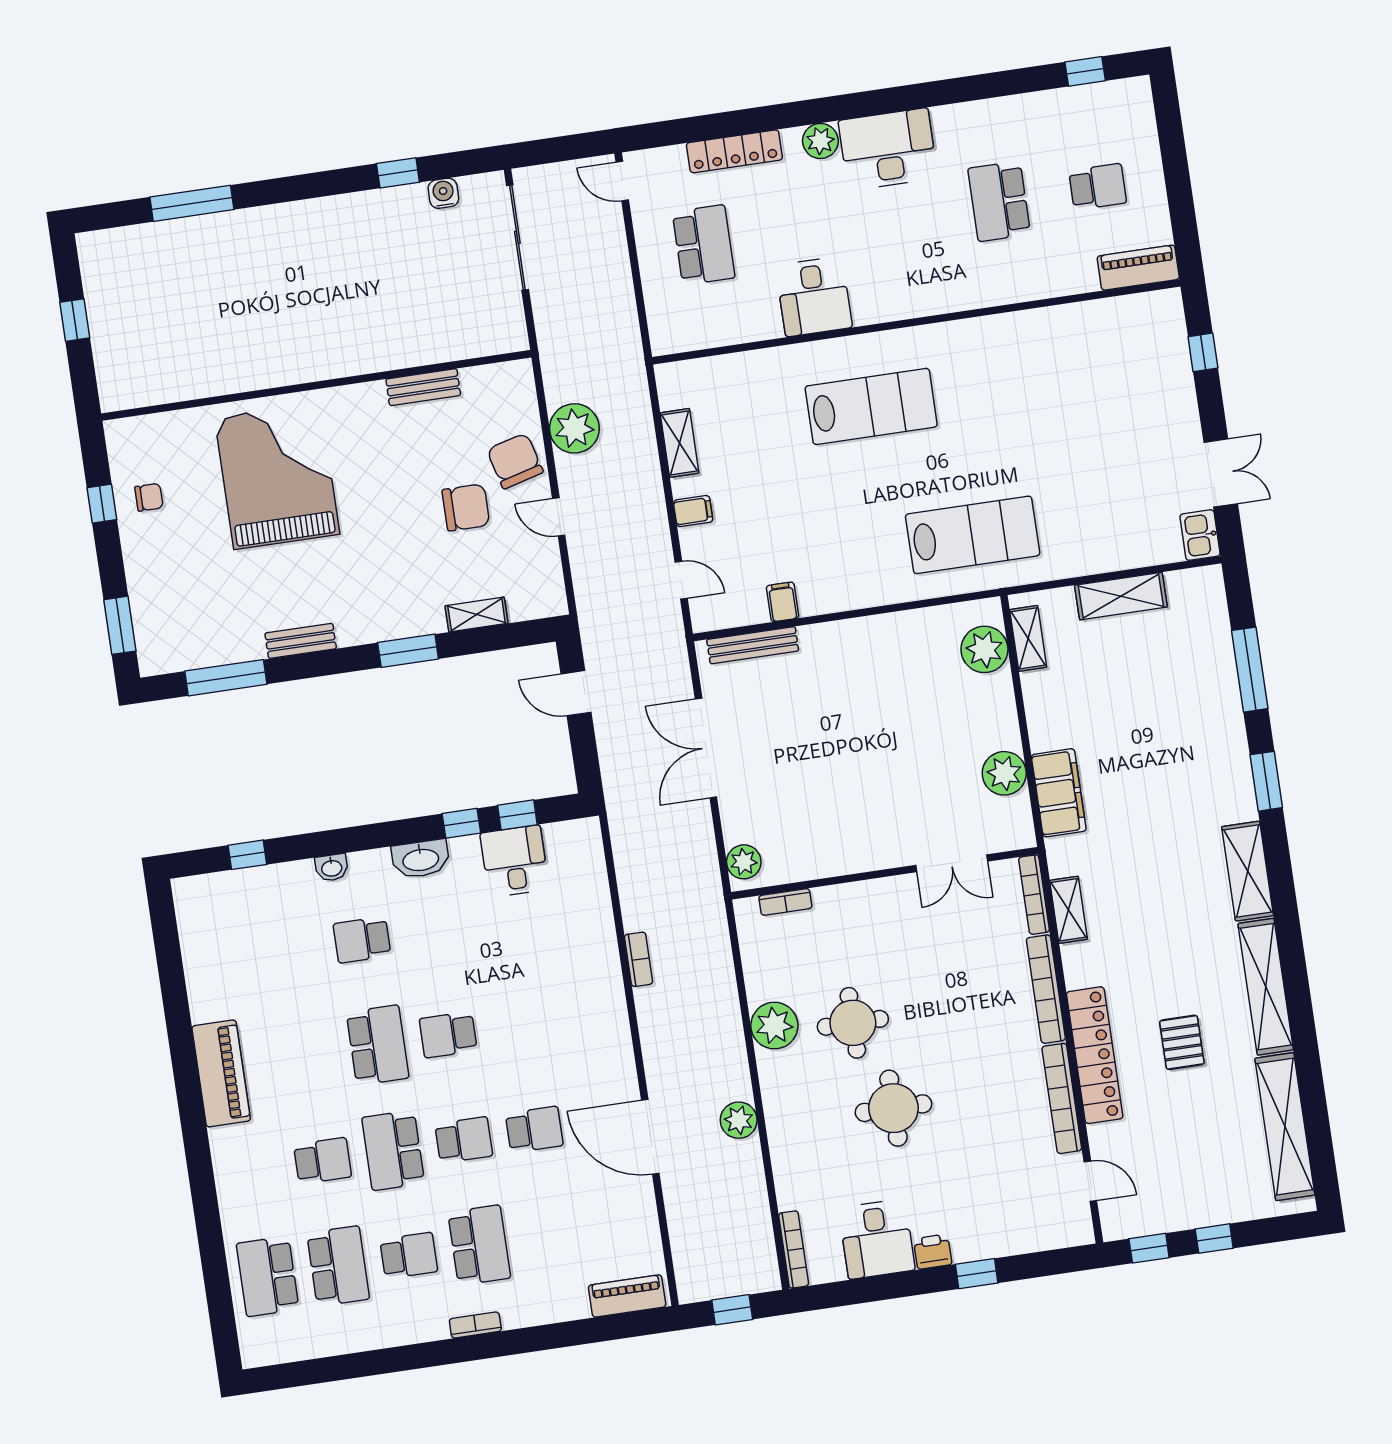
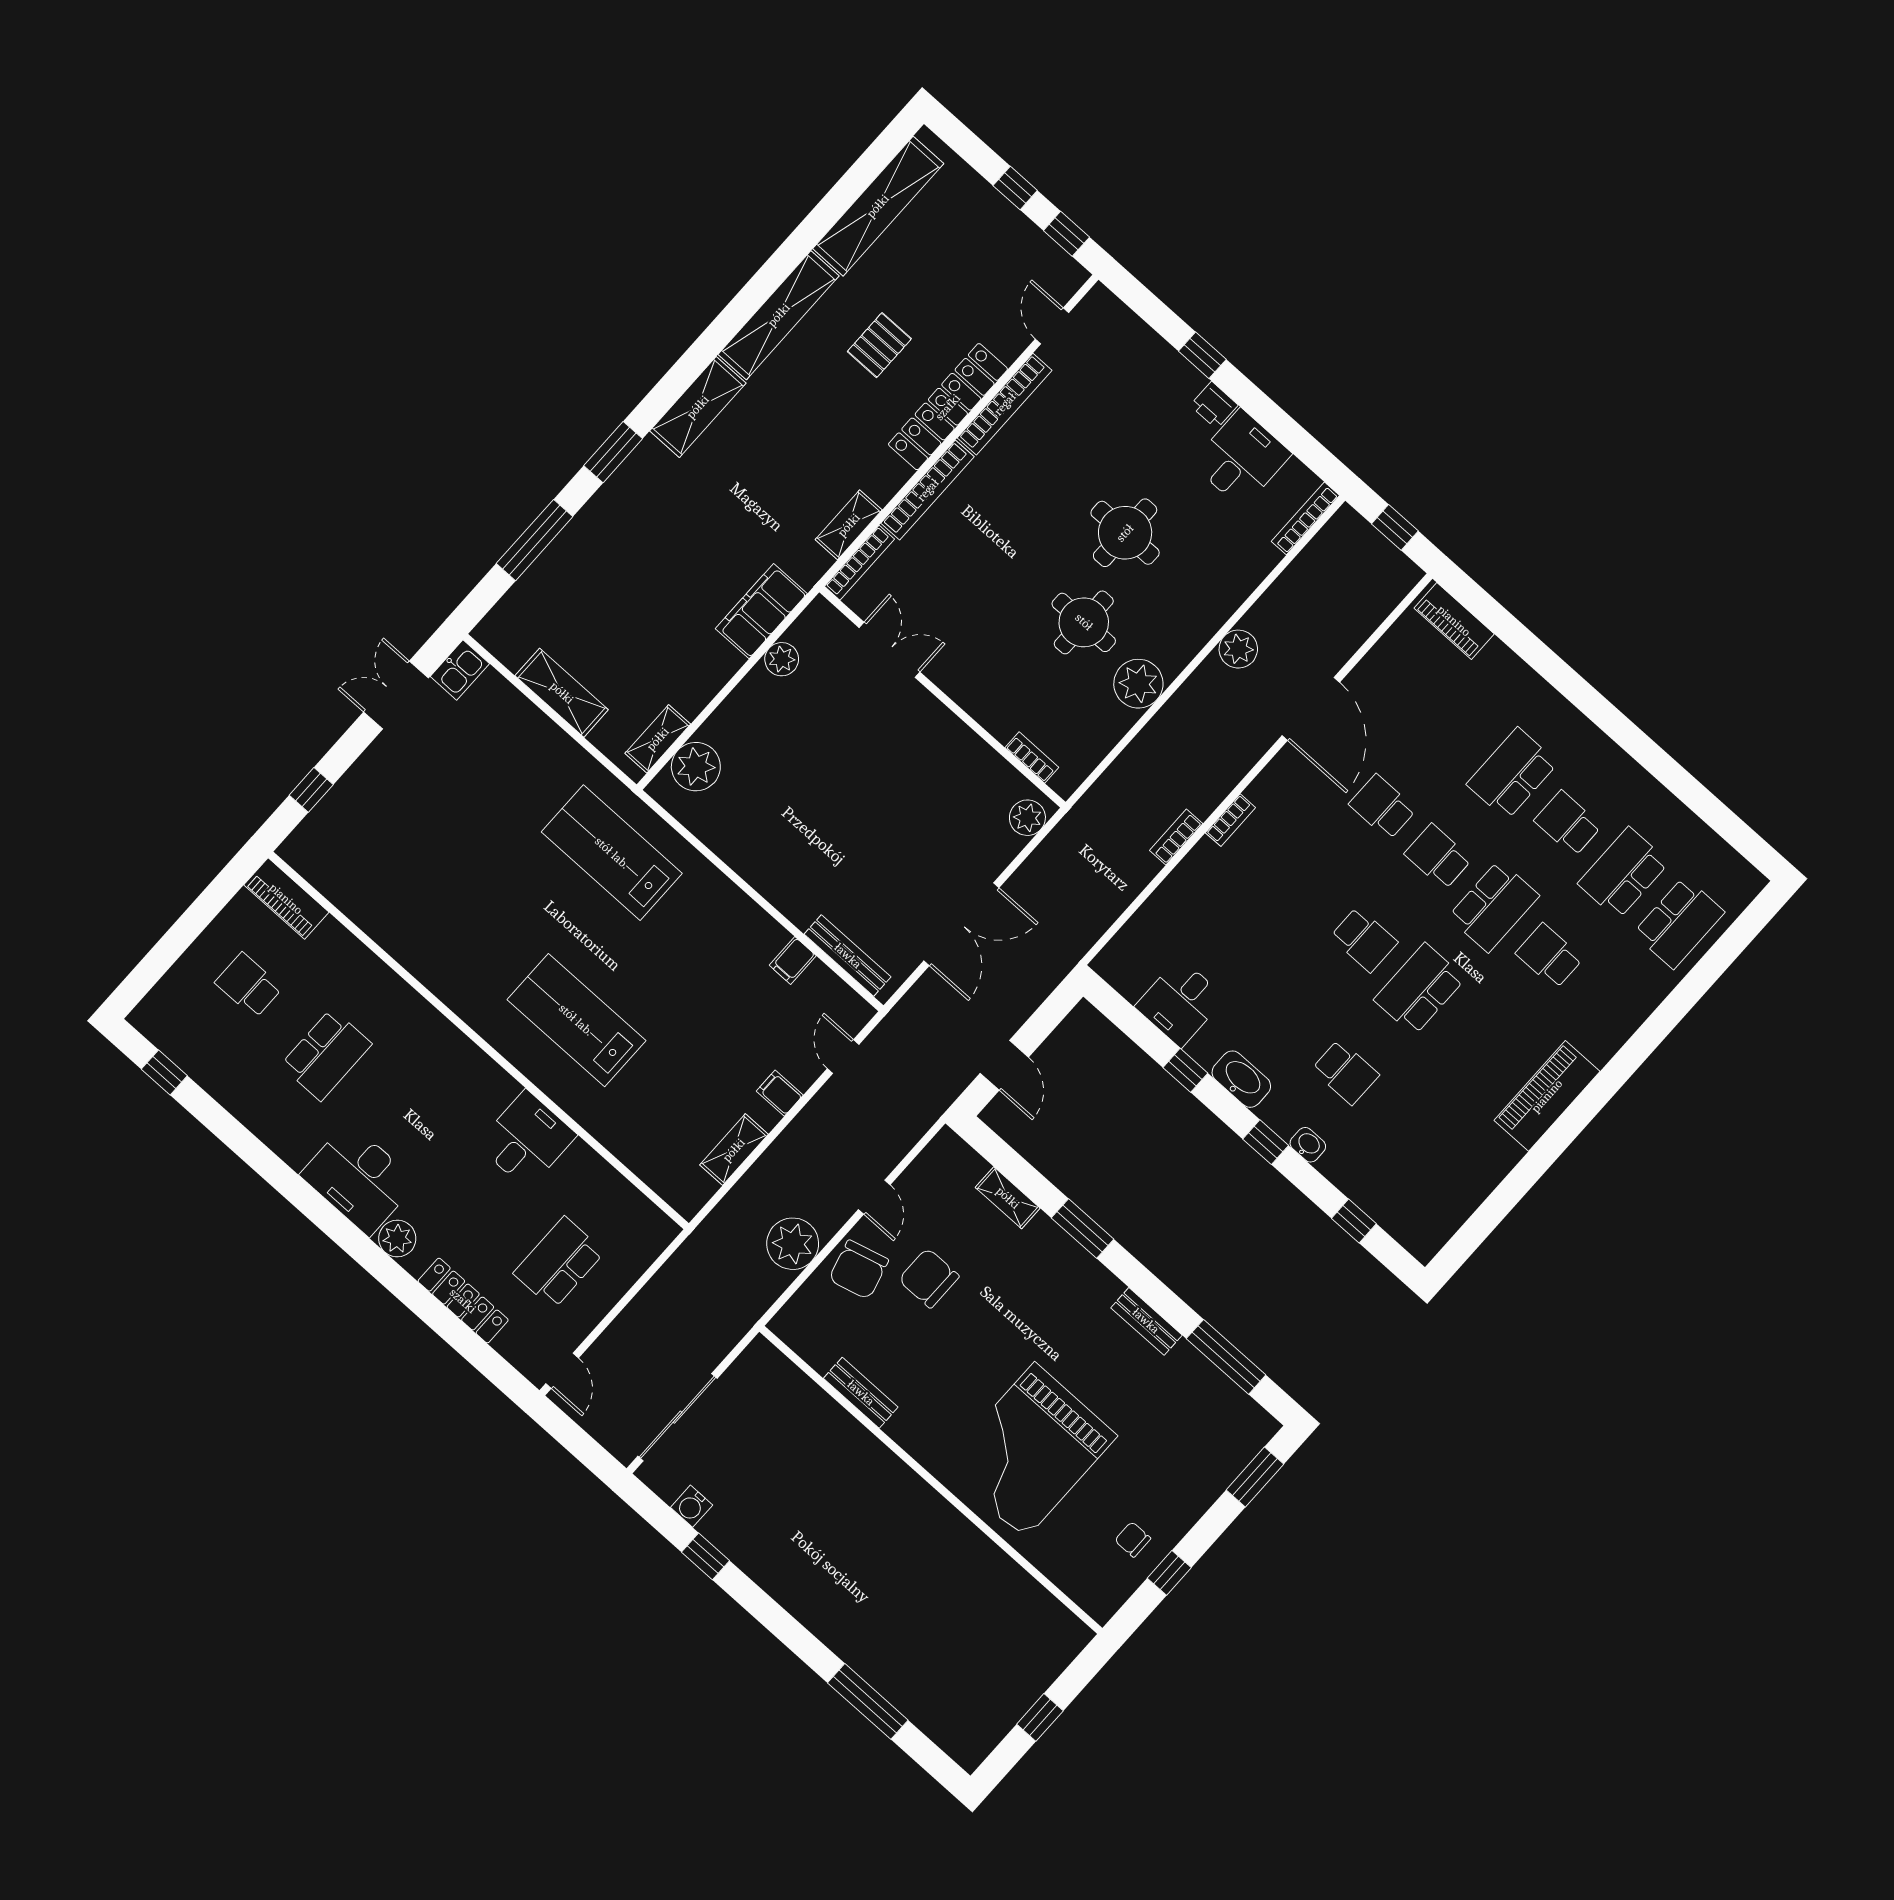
plant: (1004, 773) -> (782, 659), width x0.73, depth x0.73
window: (517, 815) -> (1266, 1142), moved
bookcase: (475, 1325) -> (1230, 820), moved, turned -90

